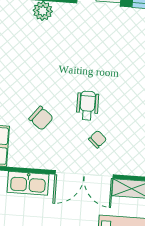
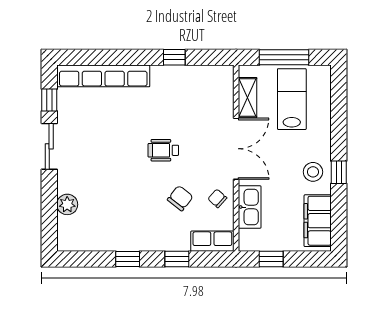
chair: (98, 139) -> (217, 198), moved

